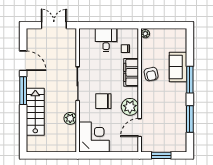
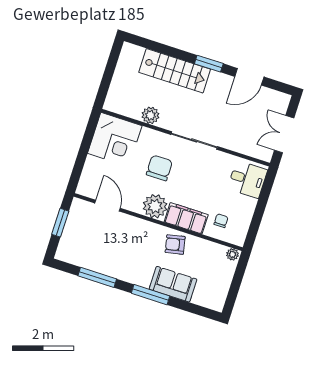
double door: (54, 25) -> (284, 134), swing flipped
desk: (106, 40) -> (247, 179), moved
window: (23, 91) -> (209, 64), width x0.69
plant: (130, 107) -> (155, 206), moved

